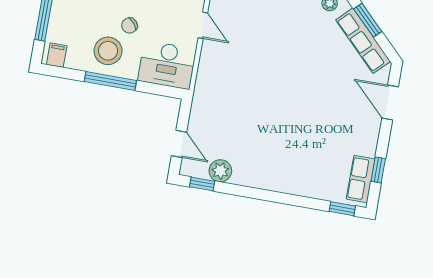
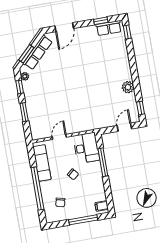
stool: (108, 51) -> (90, 181), removed
window: (110, 81) -> (103, 162), moved
plant: (220, 171) -> (128, 87), moved

